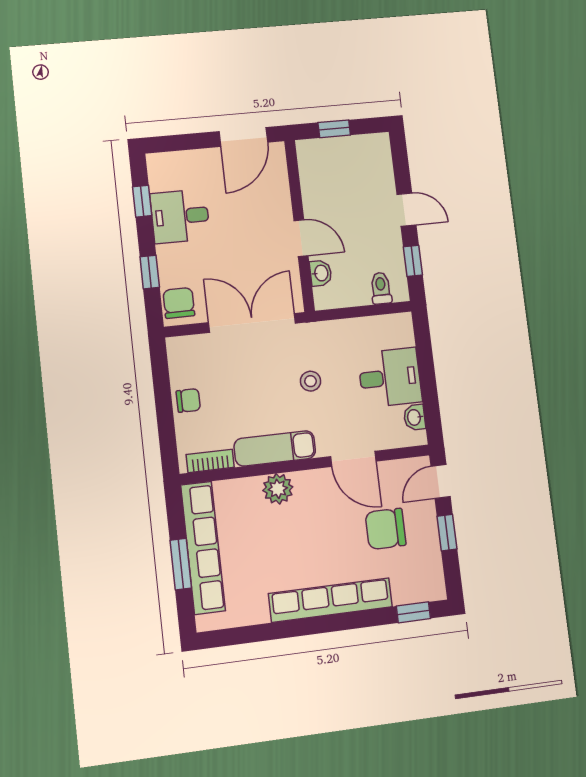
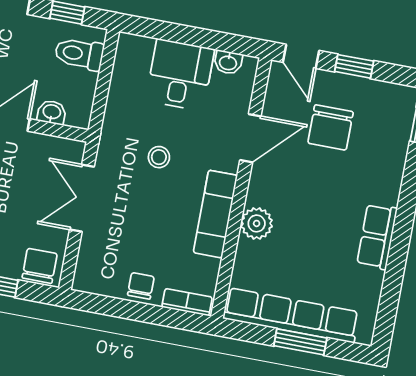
toilet: (381, 288) -> (79, 54), width x1.37, depth x1.39
chair: (179, 303) -> (40, 266), turned 90
double door: (252, 323) -> (82, 198), width x0.73
bookcase: (210, 461) -> (187, 302), moved, turned 90
row of seats: (331, 600) -> (377, 236), width x0.50

